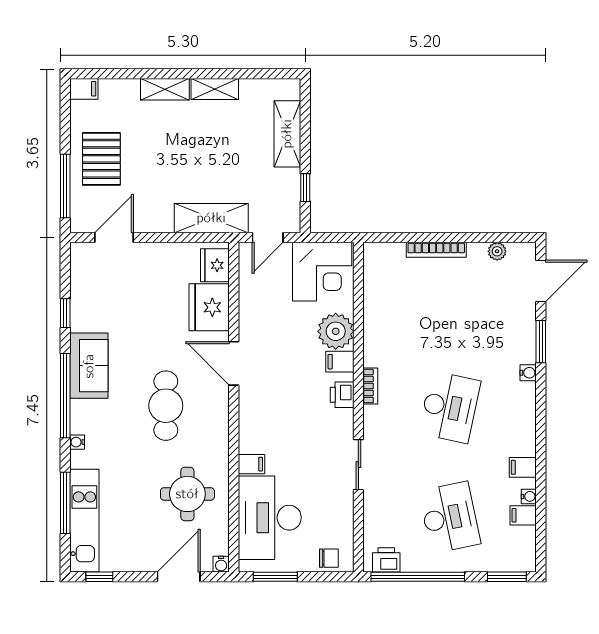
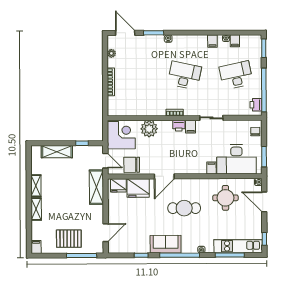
door: (114, 238) -> (106, 233), swing flipped
chair: (259, 294) -> (132, 165), added
filing cabinet: (340, 362) -> (191, 127), moved

